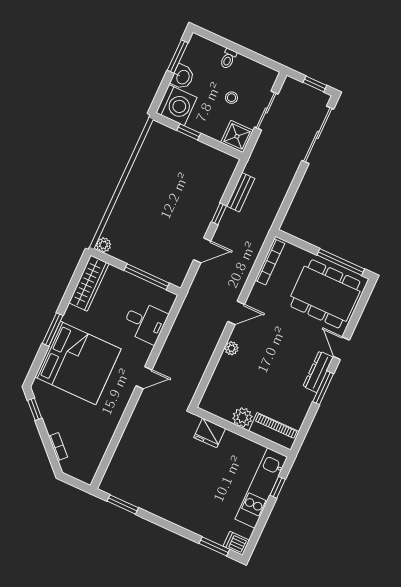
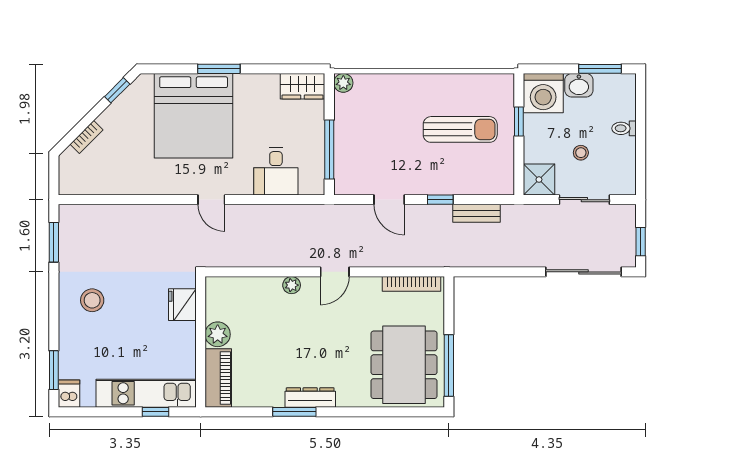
sun lounger: (175, 176) -> (460, 129), added
wardrobe: (89, 283) -> (302, 86), width x0.67
door: (236, 313) -> (335, 272), hinge flipped
door: (341, 348) -> (350, 412), removed
stool: (177, 496) -> (92, 300), added

